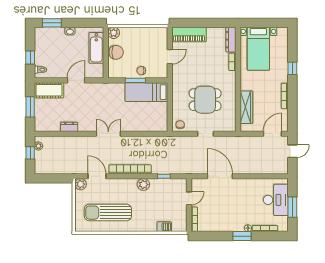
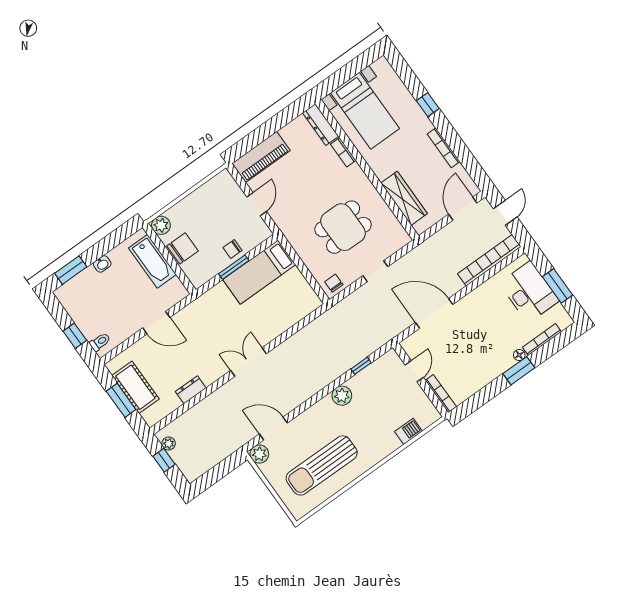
door: (76, 80) -> (156, 323), swing flipped
cot: (49, 90) -> (135, 387), moved, turned 90
bookcase: (130, 169) -> (489, 260), moved

